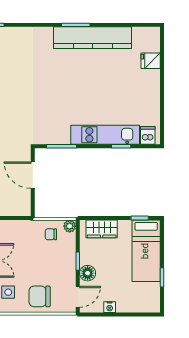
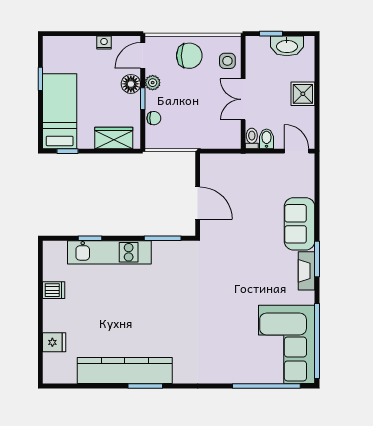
dishwasher: (148, 135) -> (54, 290), moved, turned -90
plant: (70, 226) -> (153, 83), moved
chair: (51, 234) -> (154, 118), moved

